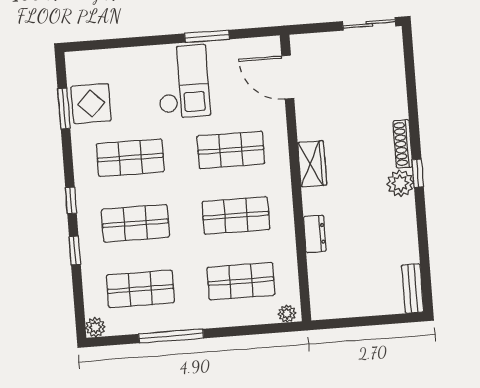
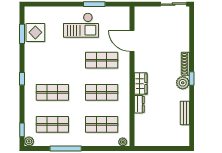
door: (288, 77) -> (132, 41), moved
checkout: (183, 82) -> (81, 25), turned 90
shop shelf: (130, 158) -> (52, 60), removed
wardrobe: (312, 164) -> (141, 84), moved
window: (75, 250) -> (22, 130), moved
bench: (413, 288) -> (185, 113), moved

